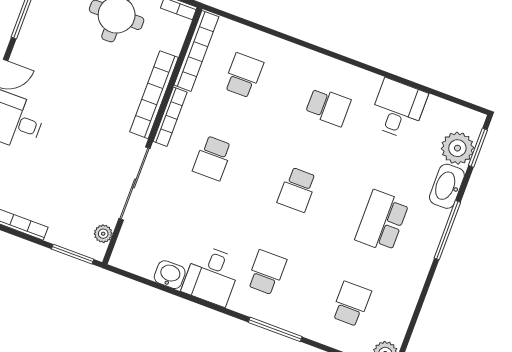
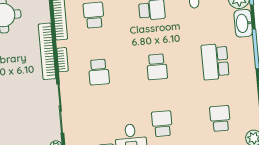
bookcase: (170, 117) -> (63, 60), width x0.64

